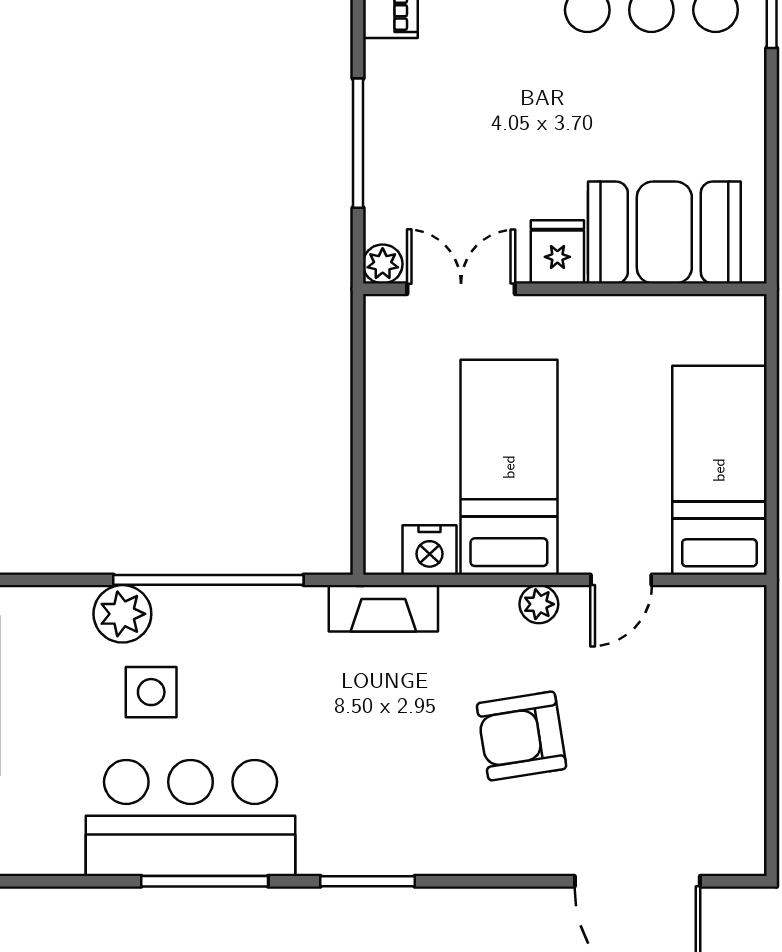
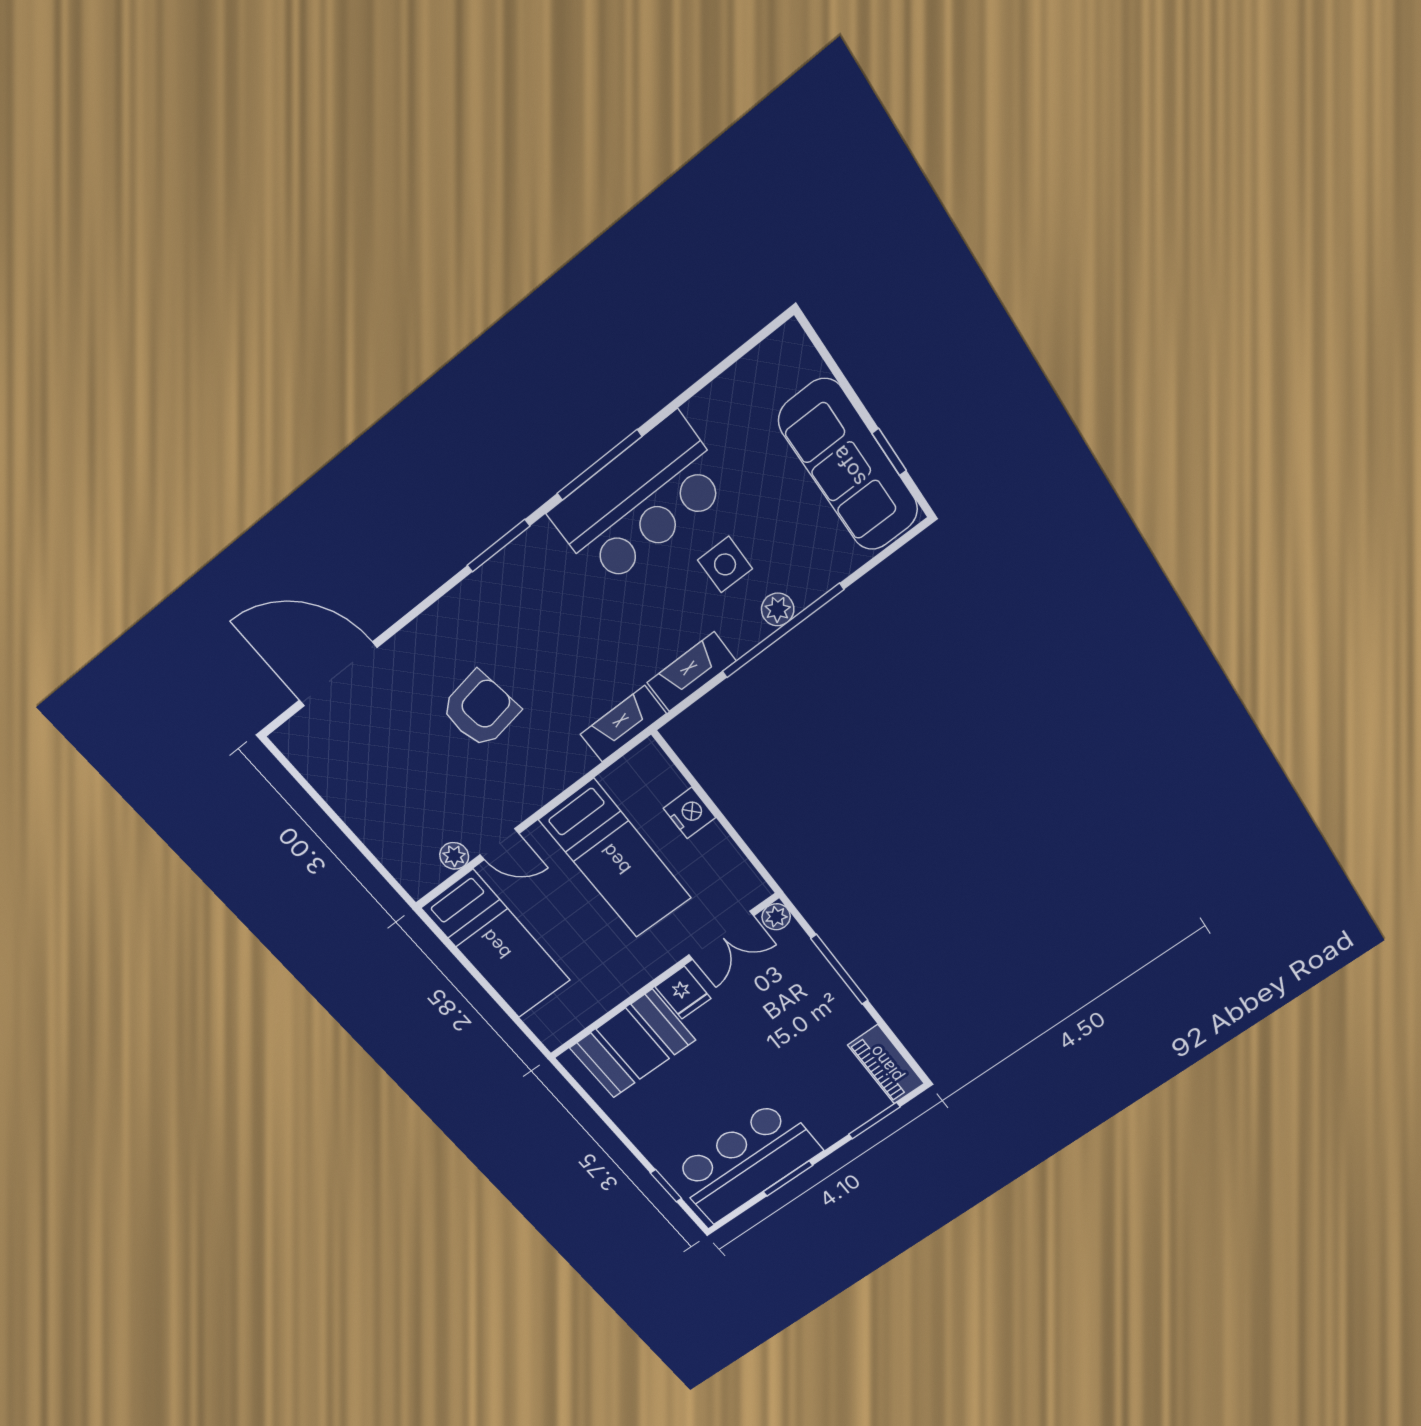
nightstand: (429, 550) -> (690, 813), moved, turned 90
window: (208, 580) -> (783, 631), moved
door: (621, 580) -> (499, 844), swing flipped
plant: (539, 604) -> (454, 856), moved
fireplace: (269, 609) -> (692, 672), added
plant: (122, 614) -> (778, 609), width x0.73, depth x0.73

